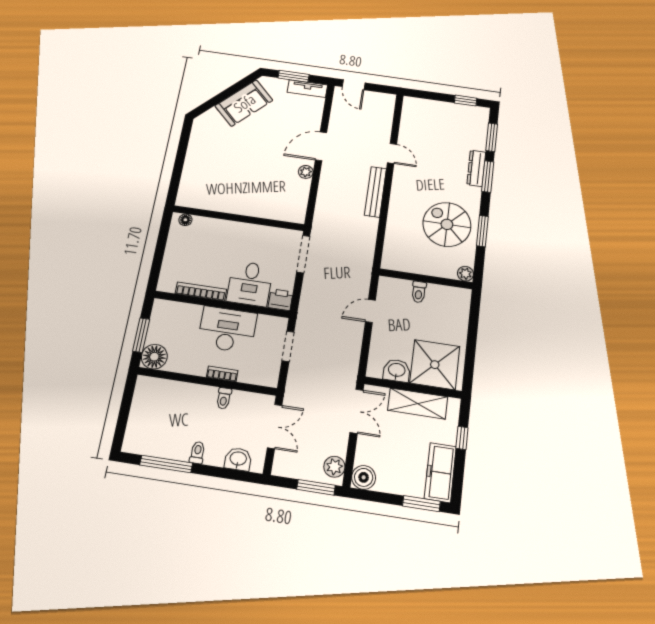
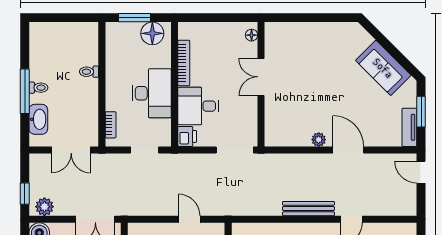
door: (354, 85) -> (421, 172), hinge flipped
double door: (231, 217) -> (261, 77), added
floor lamp: (154, 357) -> (152, 33), moved
bookcase: (222, 374) -> (111, 125), moved
toilet: (224, 398) -> (89, 72), moved
washbasin: (238, 459) -> (38, 119), width x1.38
window: (166, 464) -> (25, 91), moved
window: (316, 487) -> (25, 194), width x0.67

